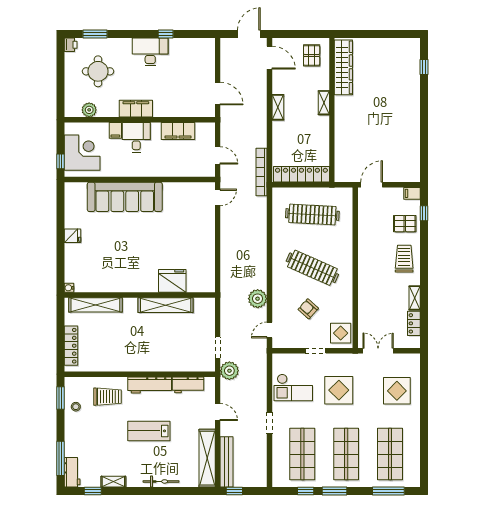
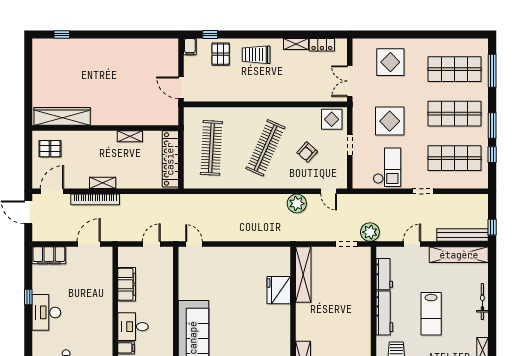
shelving: (324, 103) -> (130, 136), moved
filing cabinet: (136, 109) -> (49, 255), moved, turned -90
bookcase: (262, 172) -> (95, 199), moved
shelving: (166, 305) -> (303, 274), moved

